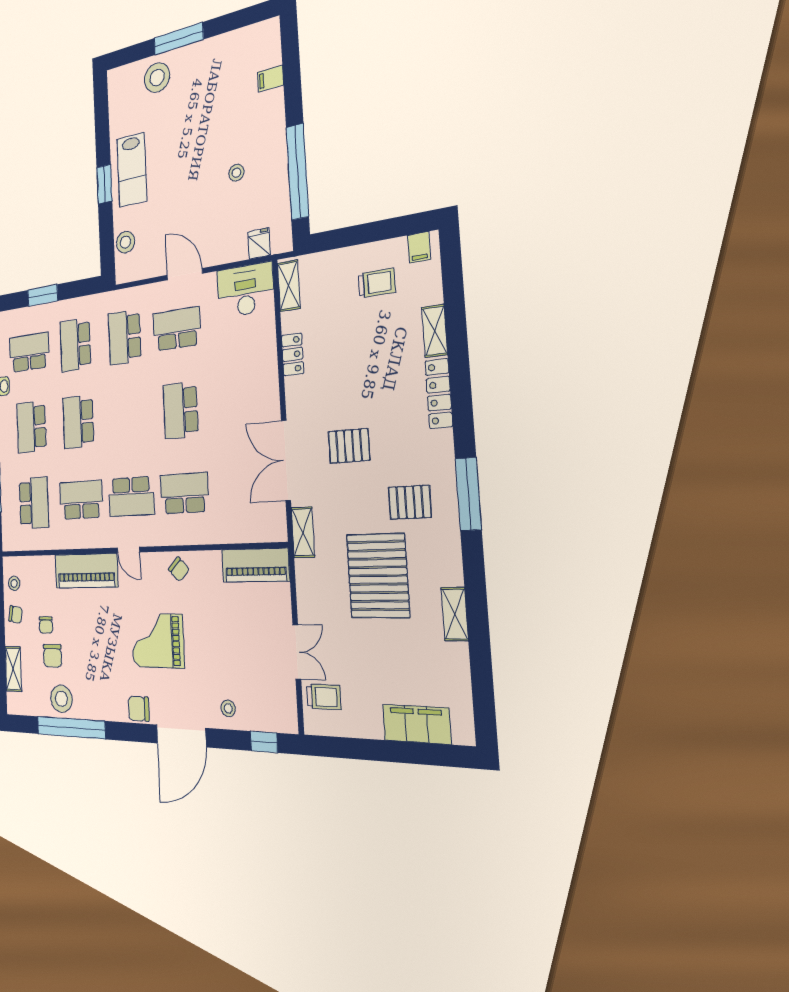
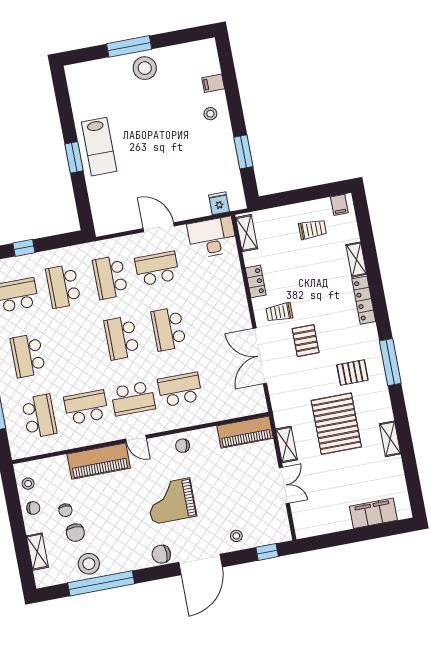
stool: (157, 78) -> (145, 68), moved
window: (297, 172) -> (243, 152), width x0.47
stool: (236, 173) -> (210, 114), moved
stool: (125, 242) -> (101, 203), removed
window: (43, 295) -> (24, 248), width x0.67
school desk: (78, 422) -> (122, 338), moved
pallet: (349, 446) -> (306, 341), turned 90
shelving: (303, 532) -> (286, 444), moved
chair: (179, 569) -> (183, 446), turned 147
trolley: (324, 697) -> (279, 312), moved, turned 180

